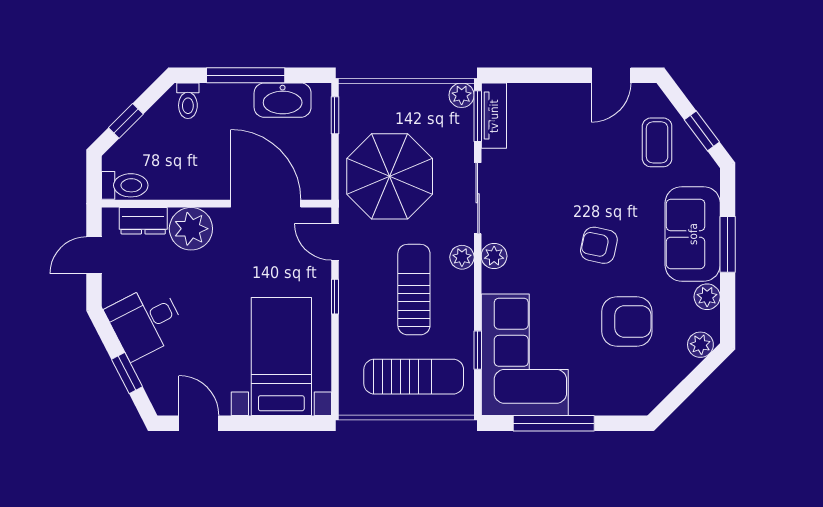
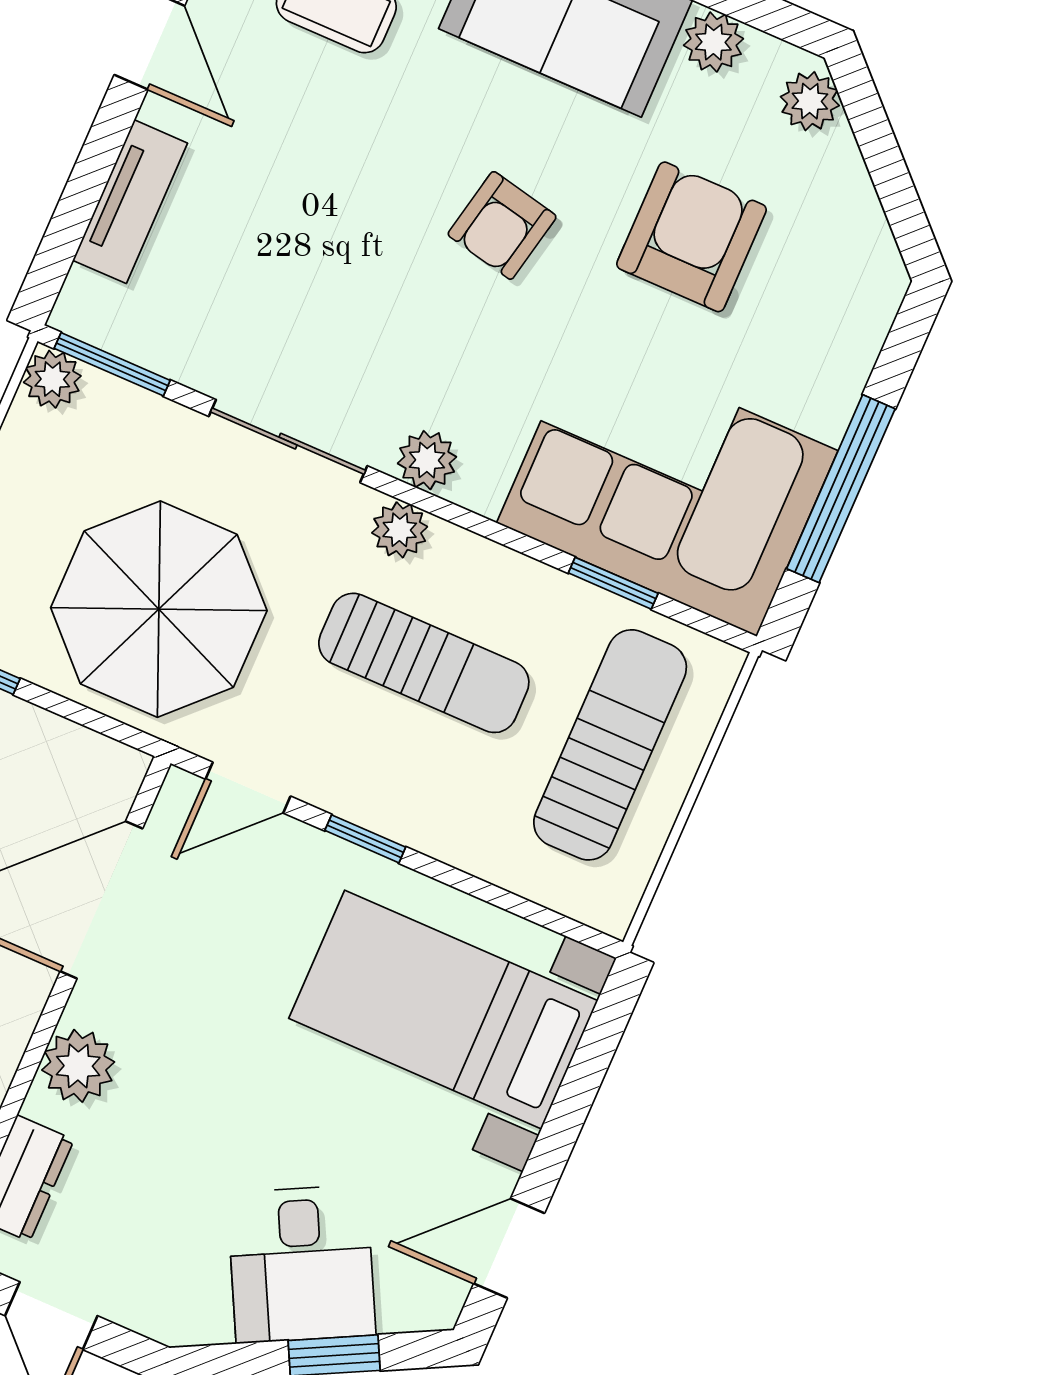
tv unit: (494, 116) -> (130, 202), moved, turned 90
plant: (191, 229) -> (78, 1066), width x0.73, depth x0.73
sun lounger: (414, 290) -> (424, 663), turned 180
desk: (145, 321) -> (301, 1264), moved

